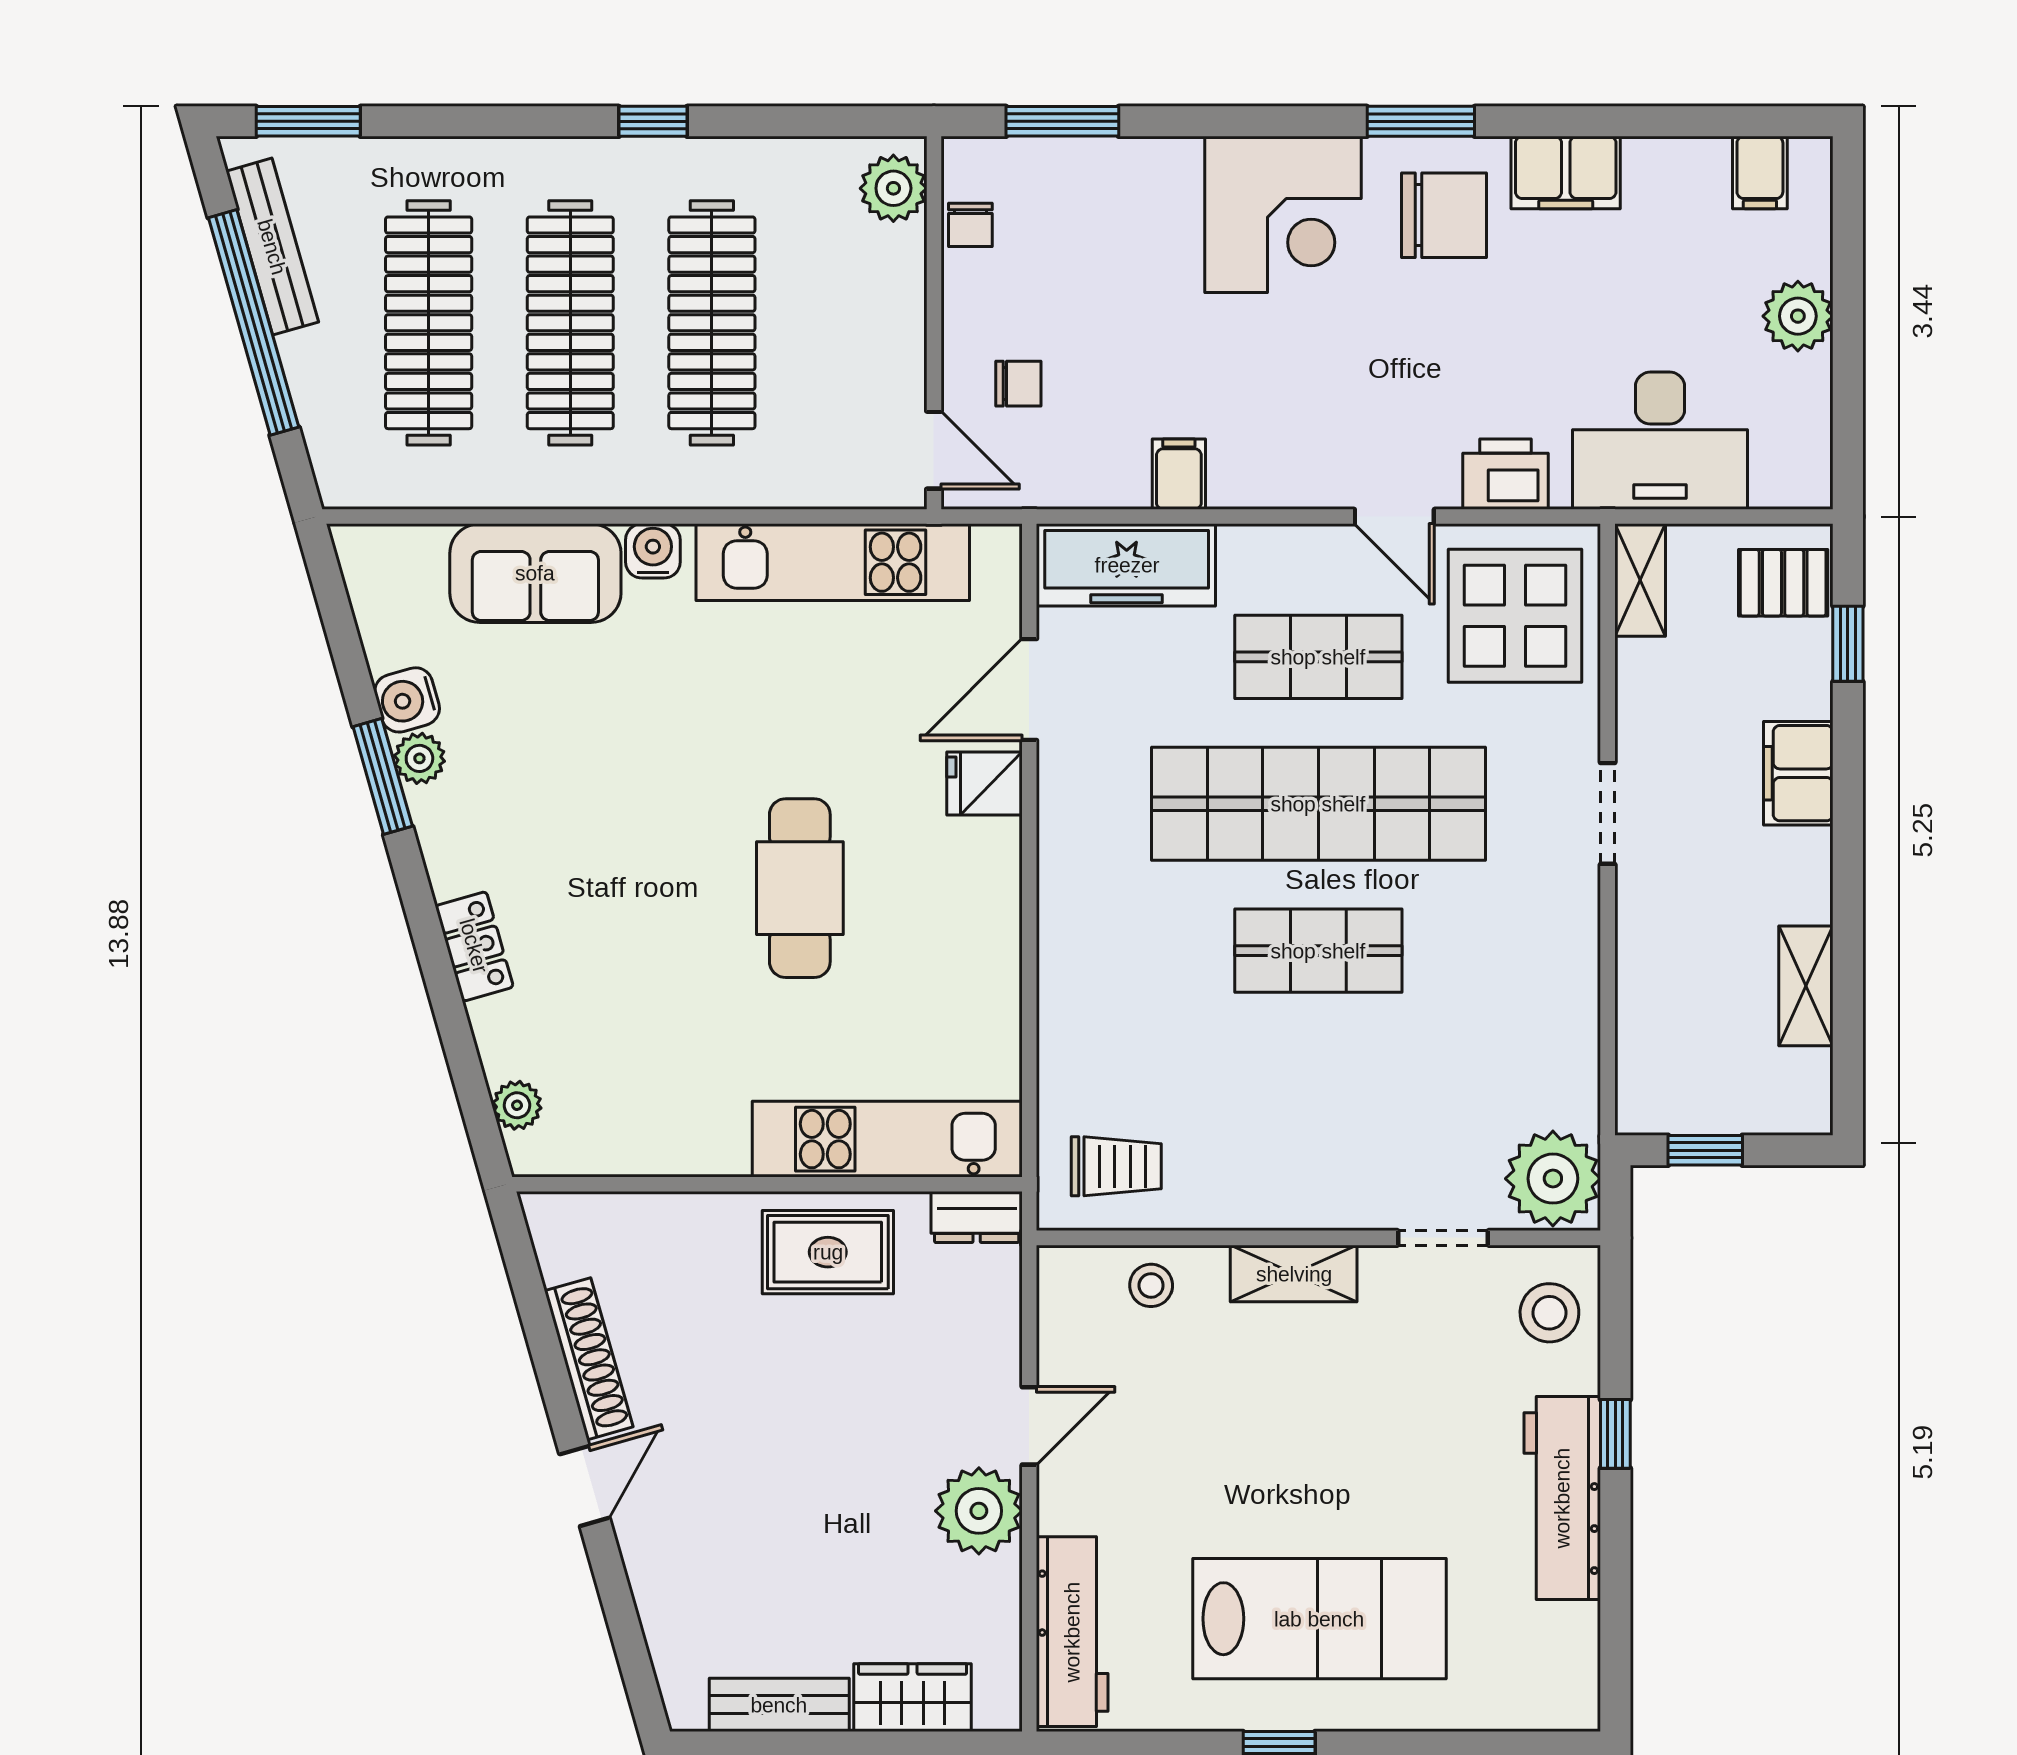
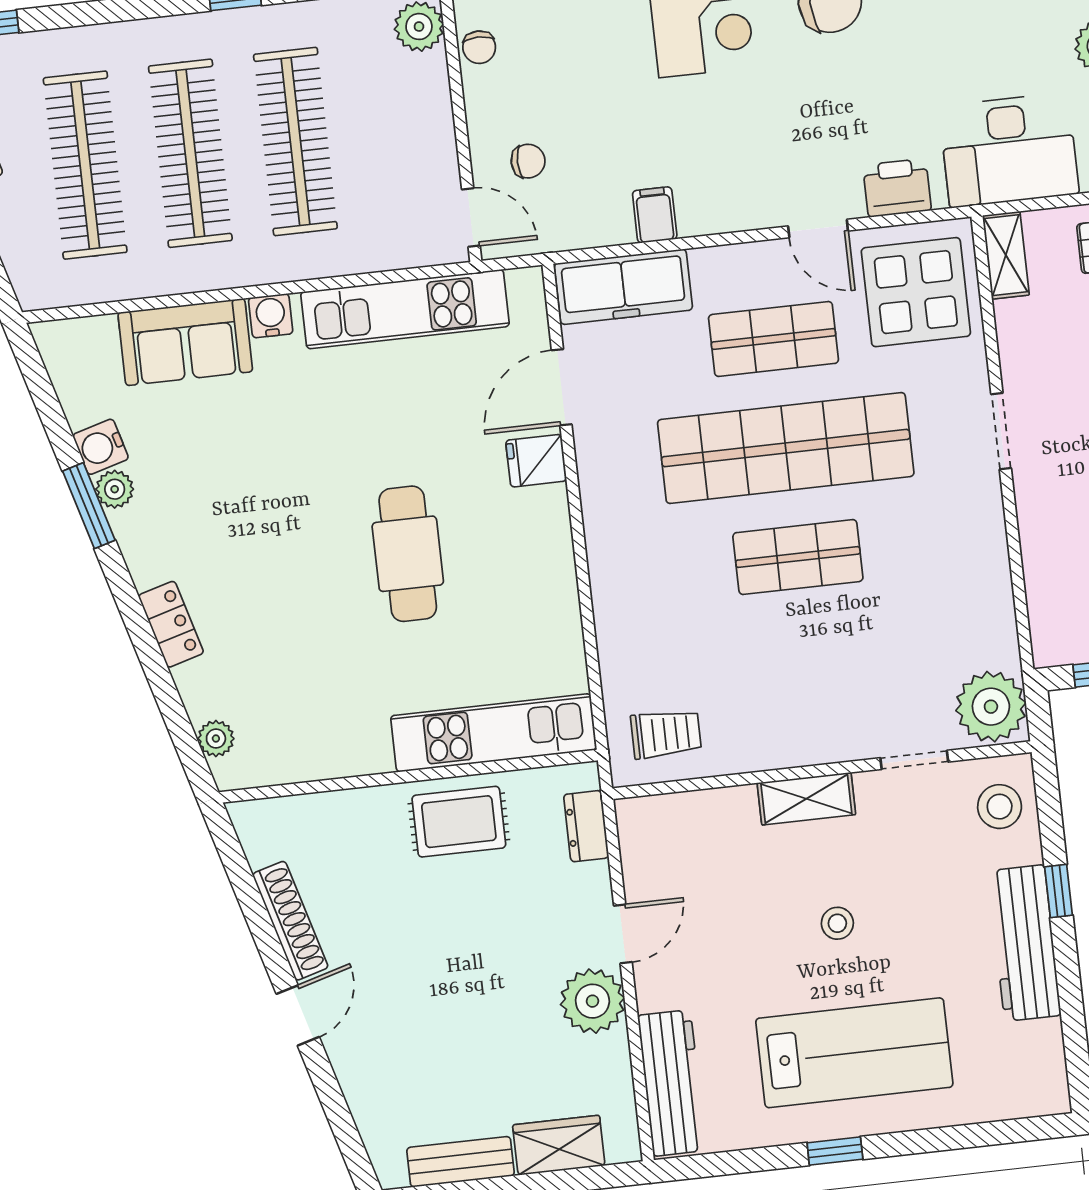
dresser: (977, 1217) -> (586, 826), moved, turned 90
stool: (1151, 1285) -> (837, 923), moved

